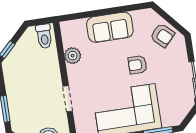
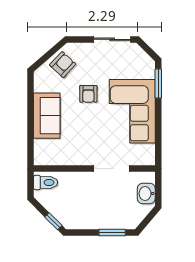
plant: (73, 56) -> (69, 157), removed
doorway: (68, 99) -> (112, 169), width x1.38

